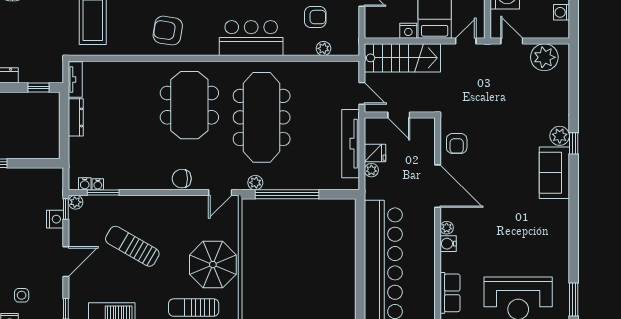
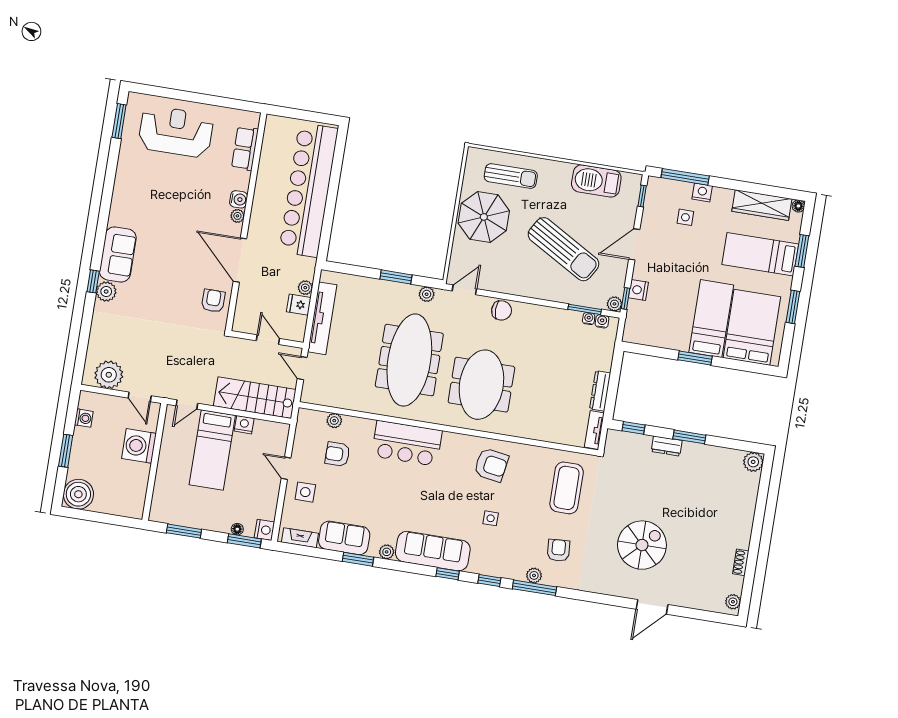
window: (287, 194) -> (396, 277), width x0.47
sun lounger: (132, 246) -> (564, 249), width x1.36, depth x1.34

